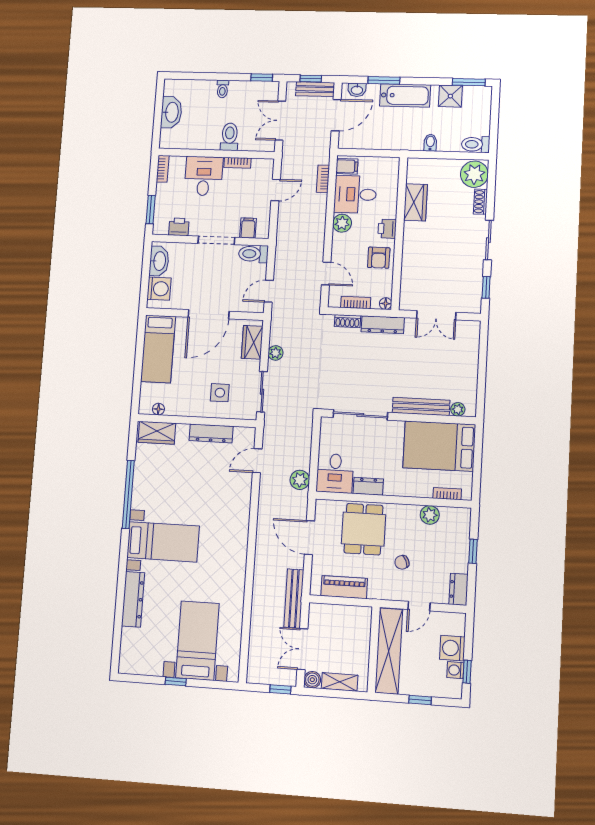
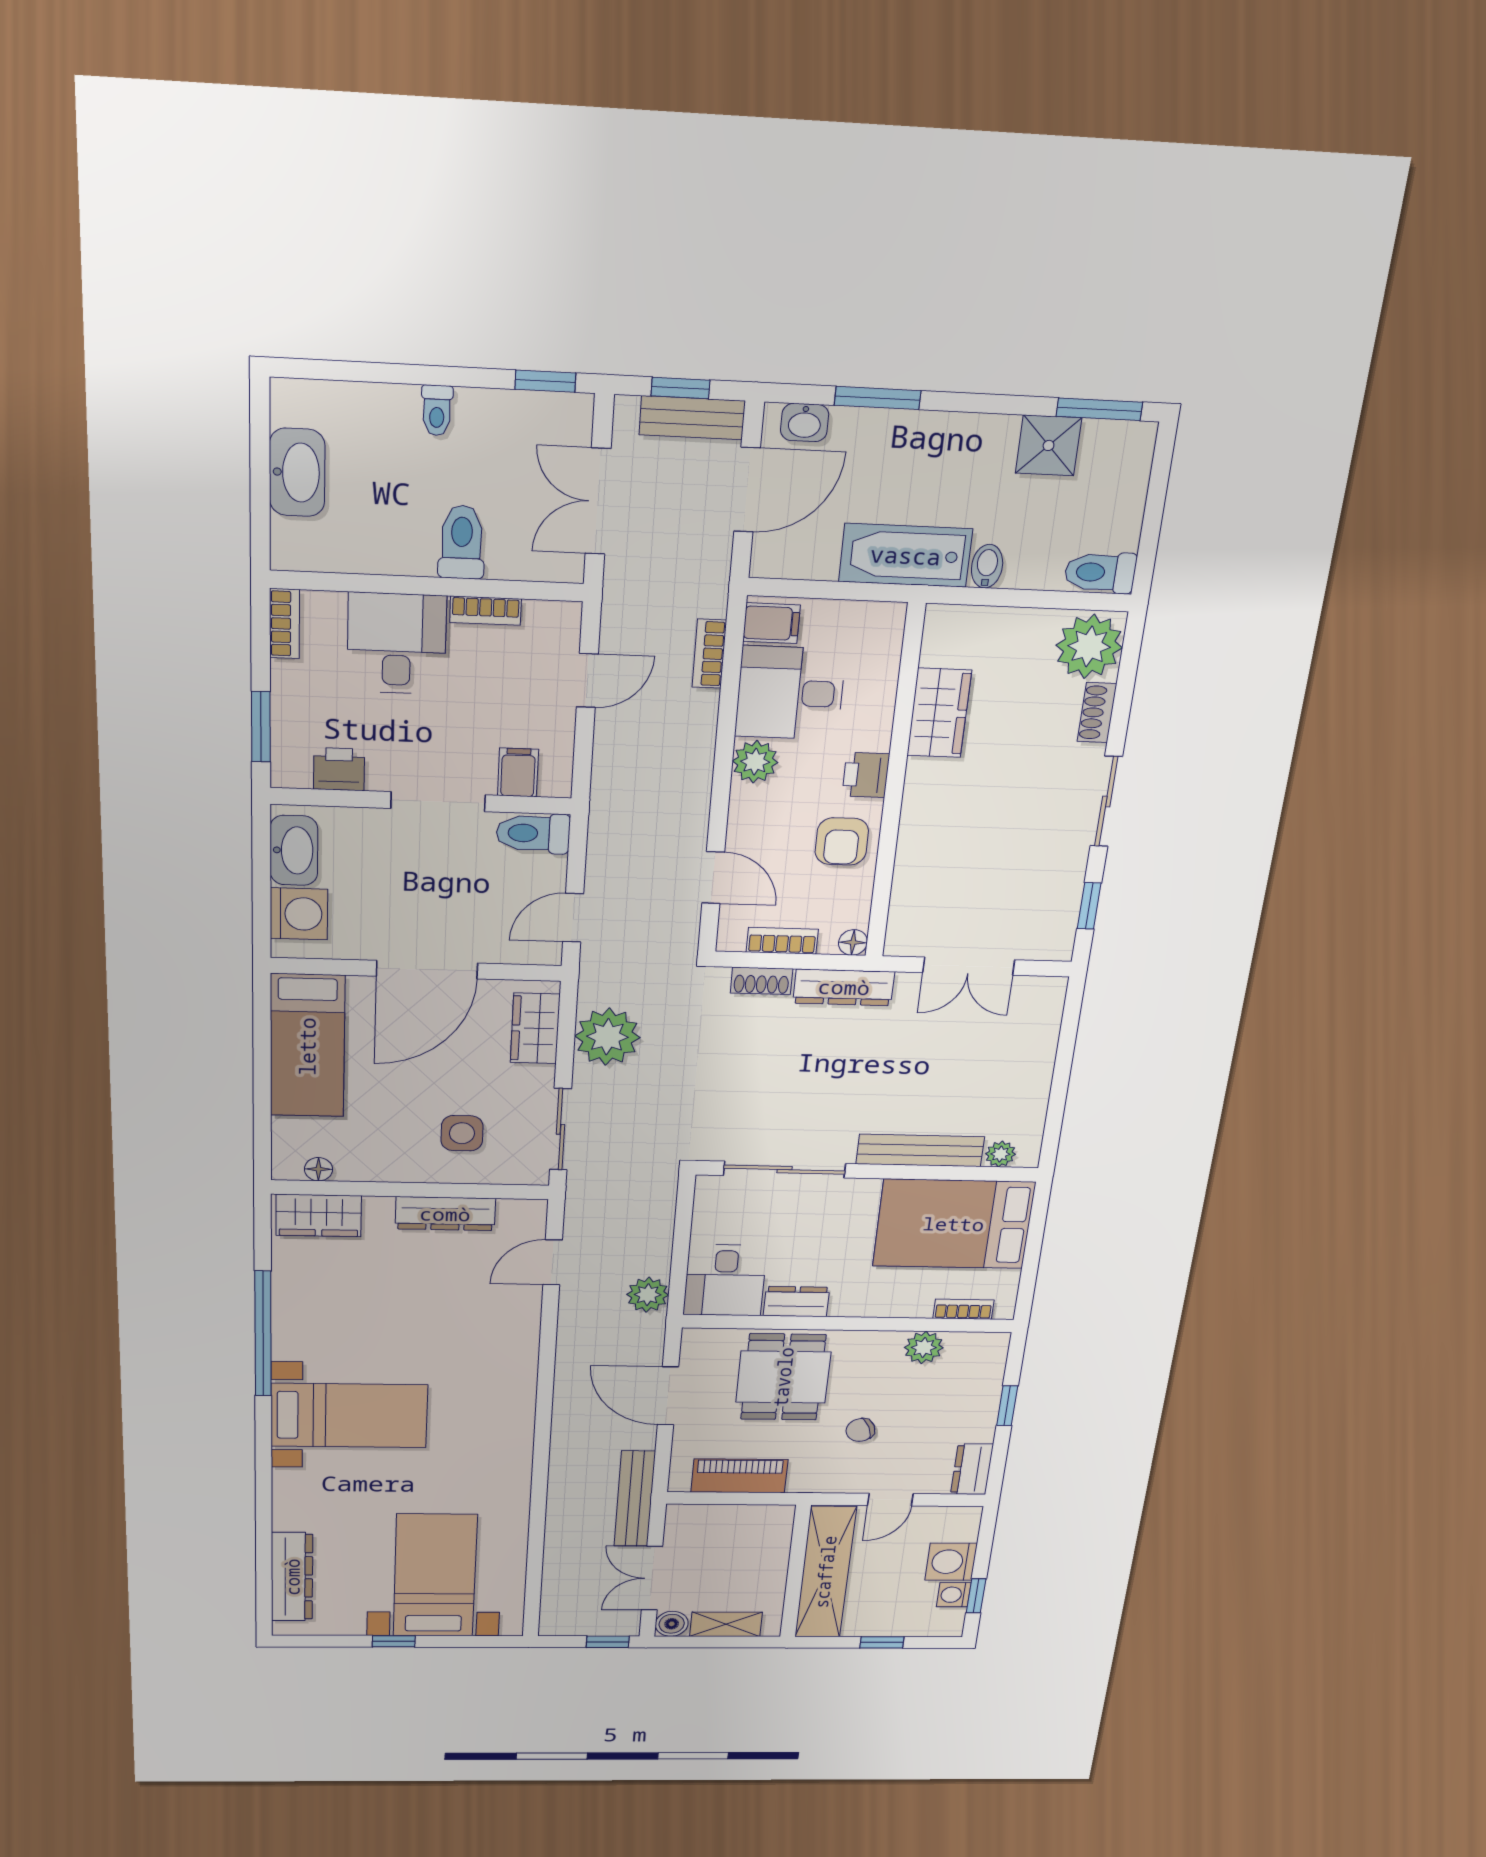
bathtub: (405, 95) -> (906, 555), moved, turned 180
plant: (276, 353) -> (607, 1037), width x1.88, depth x1.88
dresser: (133, 599) -> (292, 1577), moved

